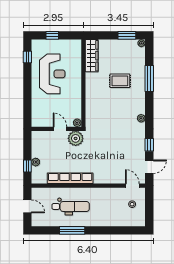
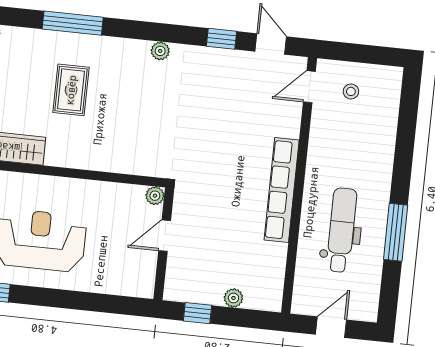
plant: (76, 138) -> (190, 203), removed
window: (27, 166) -> (197, 313), moved
row of seats: (70, 178) -> (282, 190), moved

